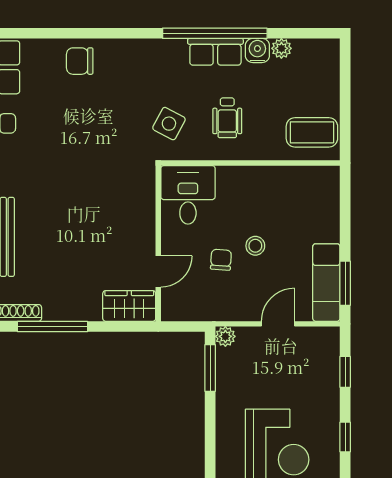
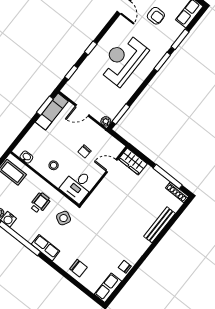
row of seats: (215, 52) -> (46, 248), moved
washbasin: (309, 175) -> (26, 157), added
stool: (255, 246) -> (54, 165), moved

